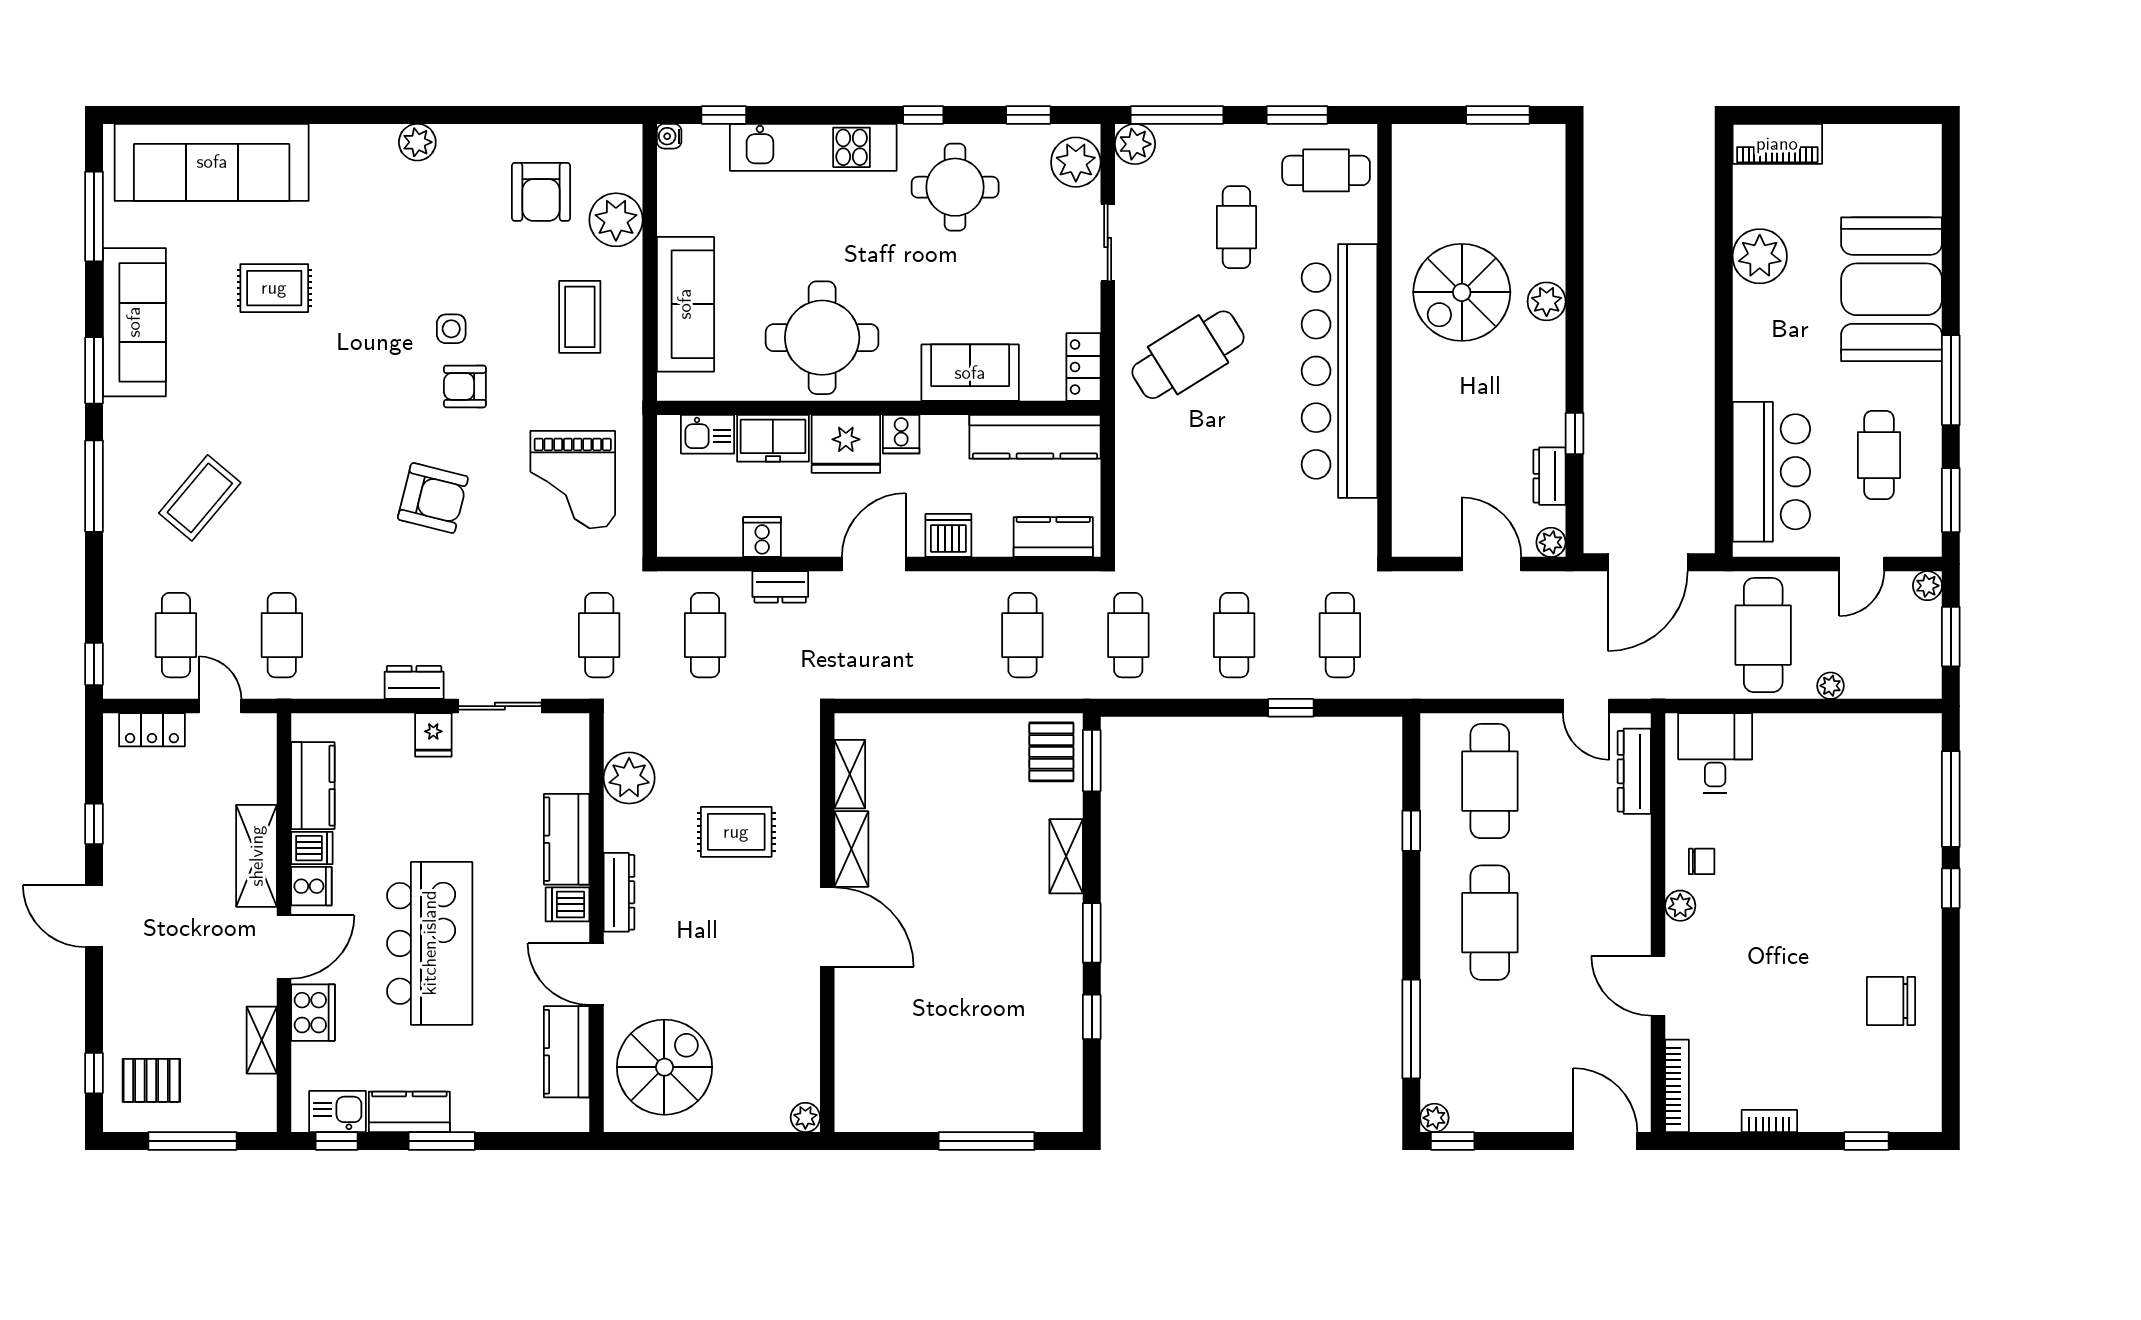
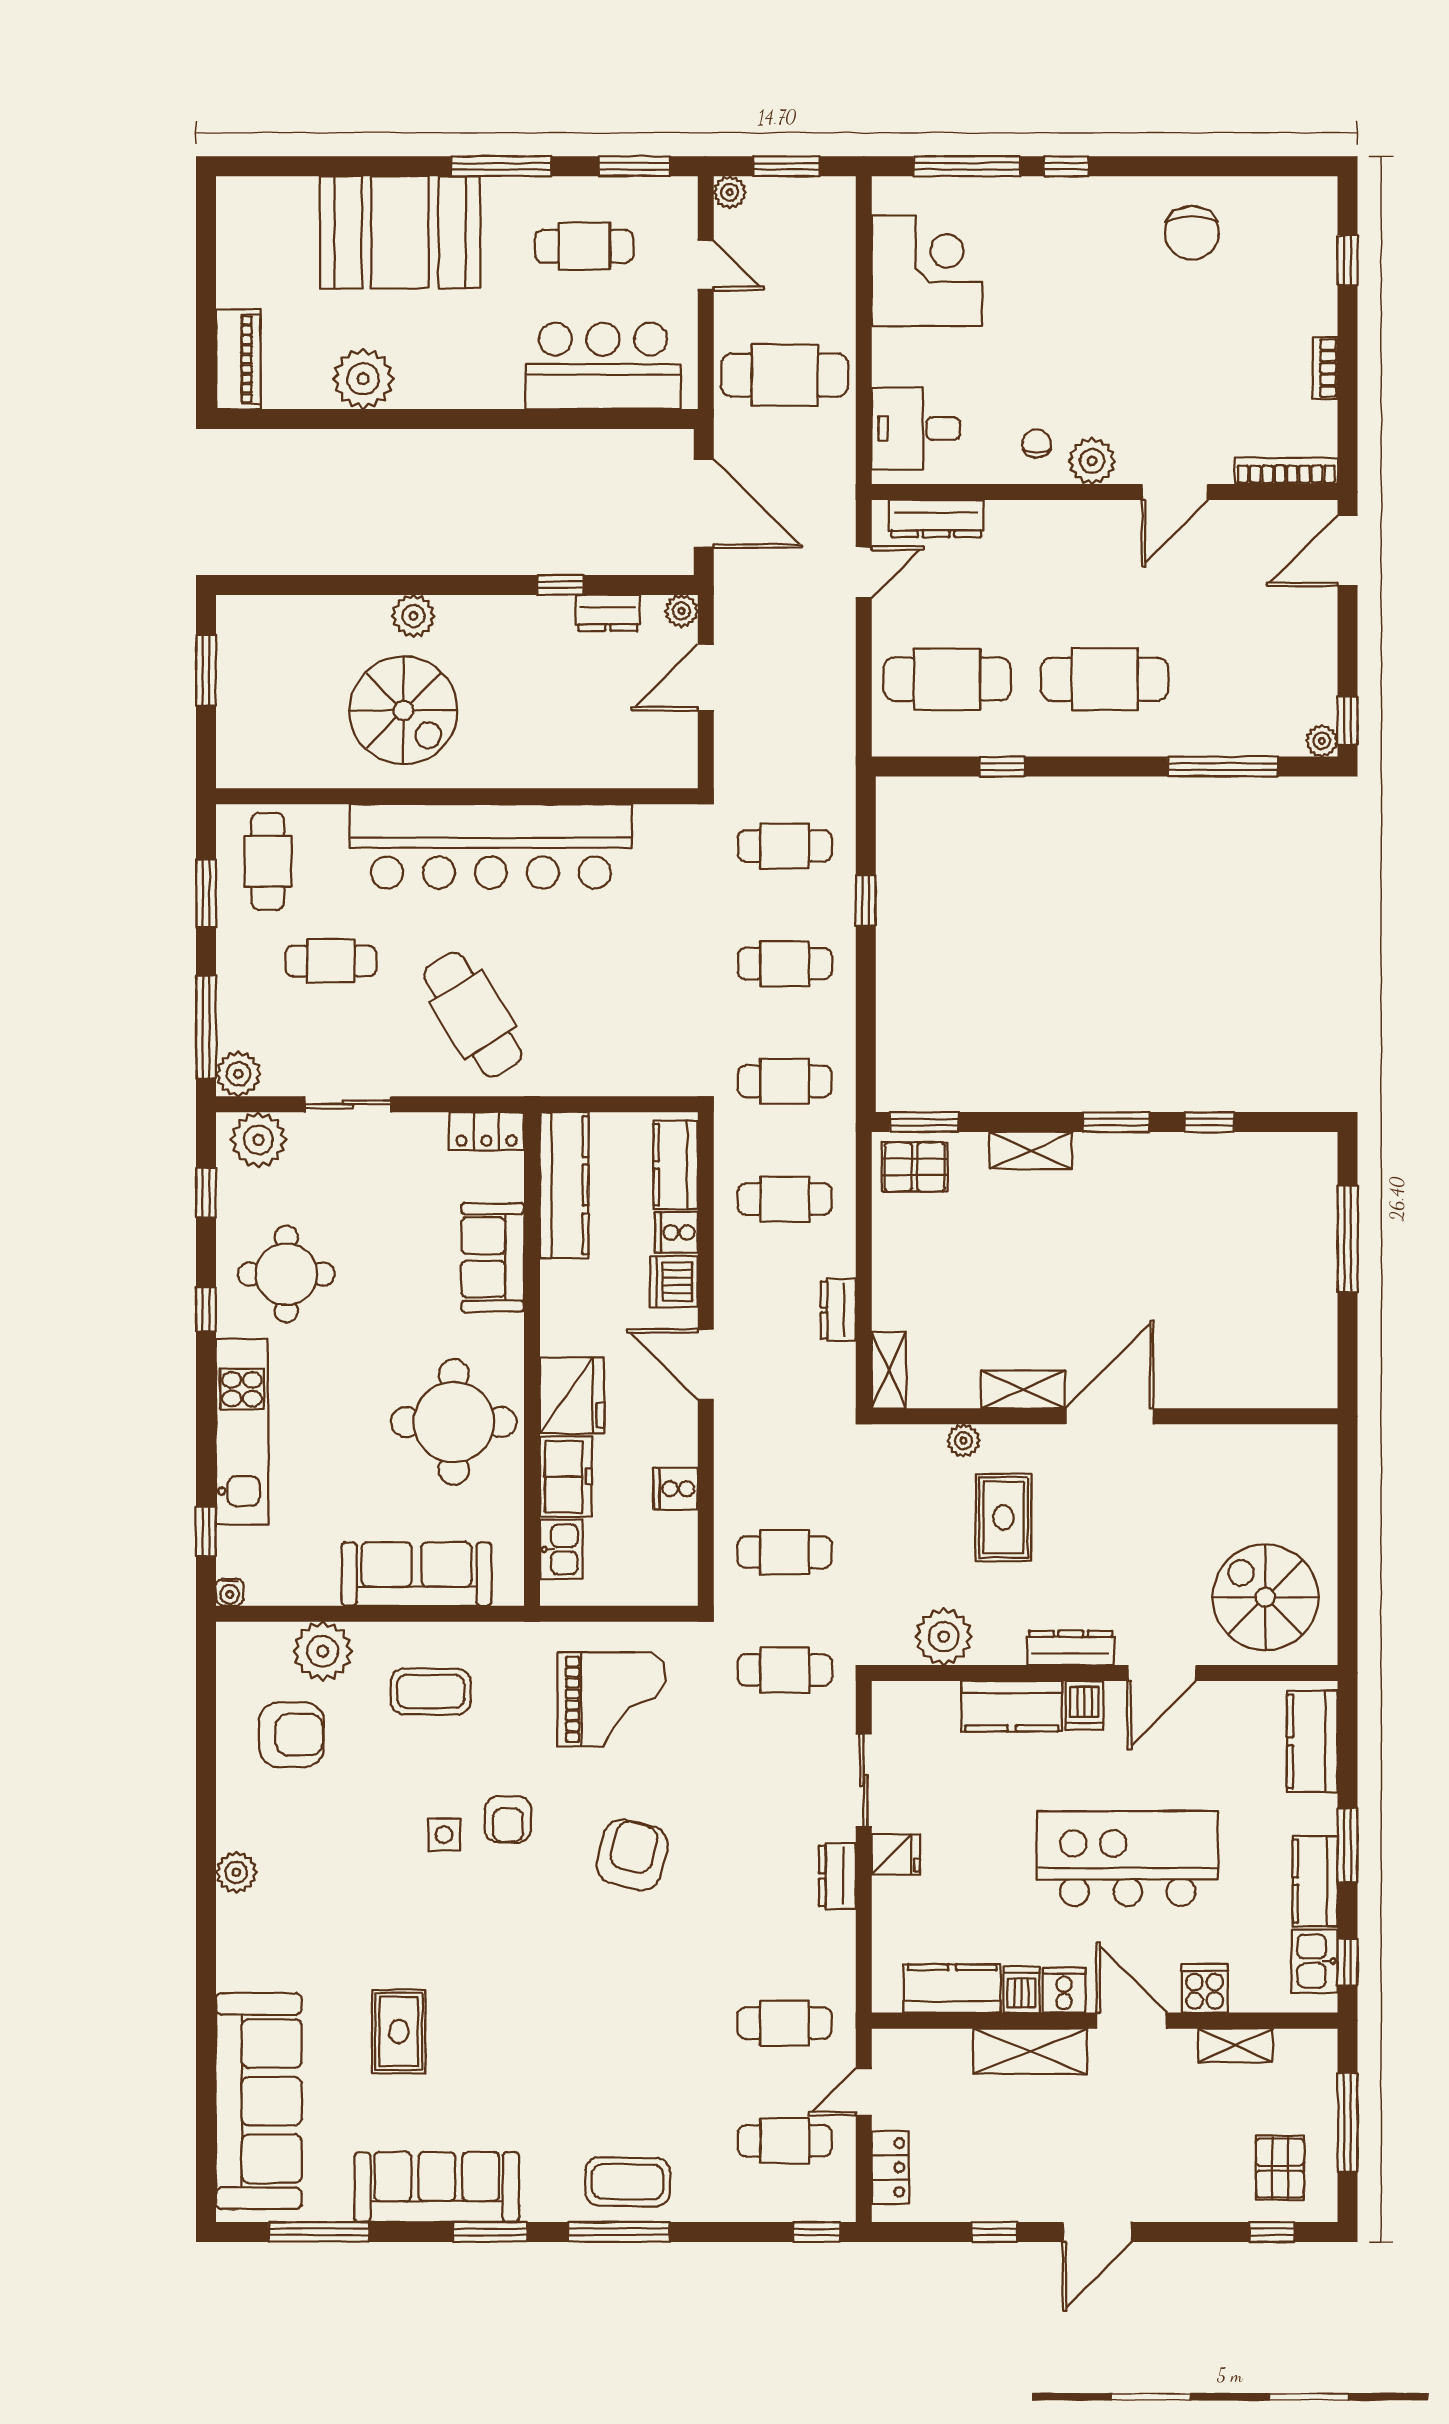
cooker: (901, 434) -> (676, 1232), moved, turned 180
coffee table: (200, 498) -> (628, 2182), moved, turned -39
dresser: (780, 587) -> (838, 1310), moved, turned 180
plant: (1831, 686) -> (841, 300), removed
corner desk: (1857, 763) -> (927, 271), added
shelving: (850, 774) -> (889, 1370), moved, turned 90
plant: (1680, 906) -> (1092, 461), width x1.38, depth x1.38
cooker: (313, 1013) -> (1205, 1988), width x0.73
kitchen counter: (567, 1052) -> (1312, 1741), moved, turned 90
plant: (805, 1117) -> (963, 1441), moved

